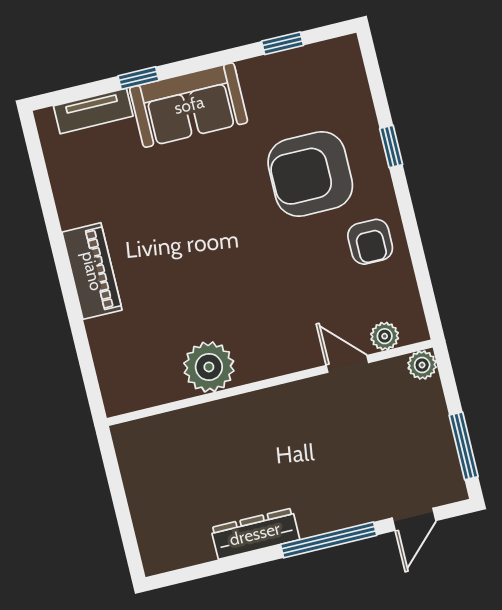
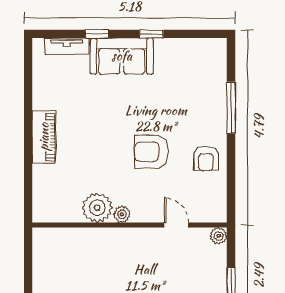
window: (282, 43) -> (151, 34), moved
window: (391, 147) -> (231, 108), width x2.17
armchair: (310, 174) -> (151, 152), moved, width x0.73, depth x0.73
plant: (385, 336) -> (122, 214), moved

